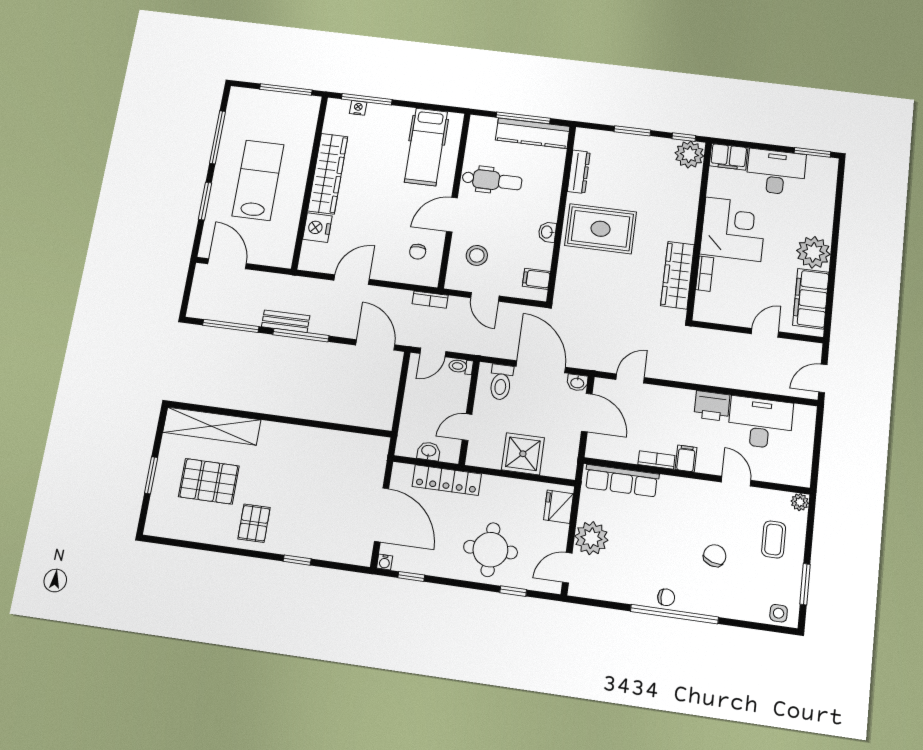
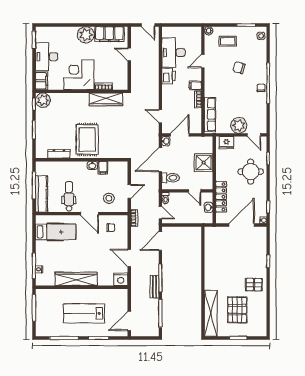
kitchen counter: (533, 133) -> (42, 194), moved
nightstand: (317, 228) -> (121, 279), moved
filing cabinet: (536, 279) -> (103, 168), moved

